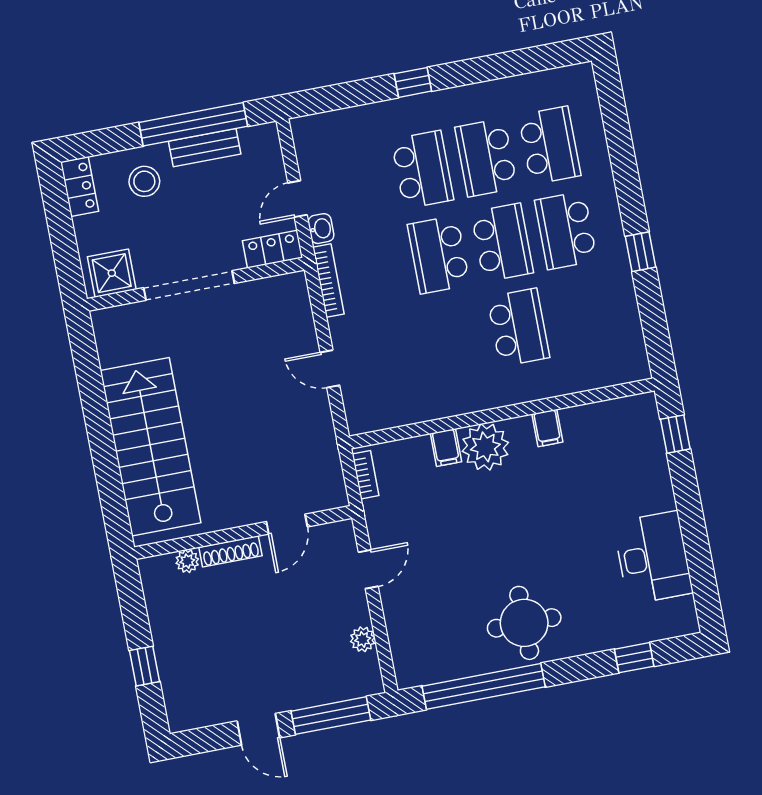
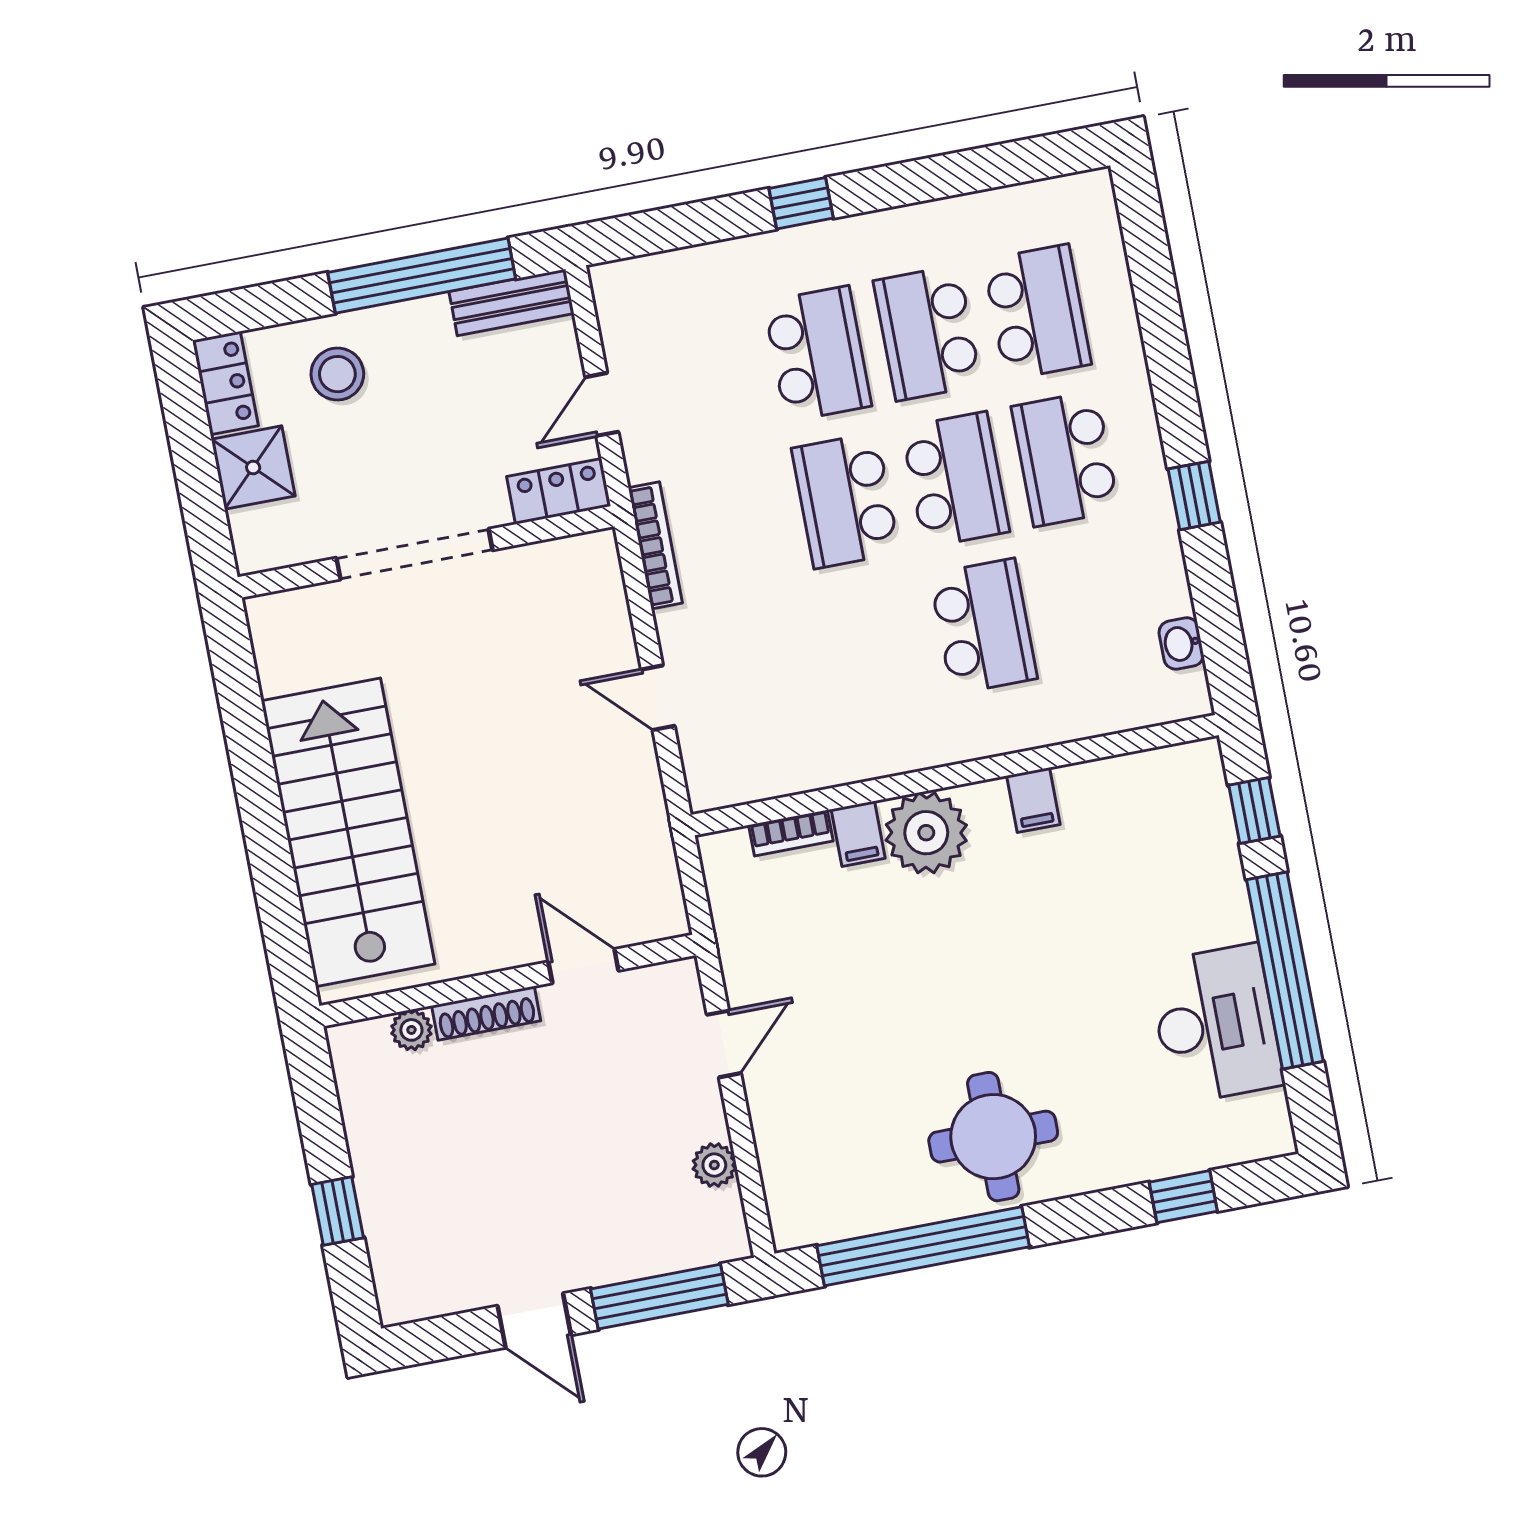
bench: (205, 148) -> (512, 302), moved
washbasin: (321, 229) -> (1181, 643), moved, turned 180
shower: (112, 273) -> (253, 468), moved
bookcase: (366, 475) -> (791, 833), moved, turned 90
door: (287, 524) -> (583, 966), swing flipped
window: (693, 527) -> (1285, 970), added

